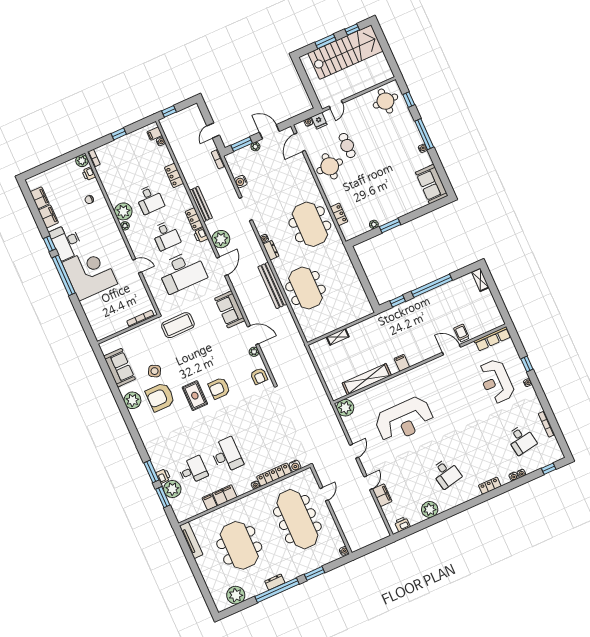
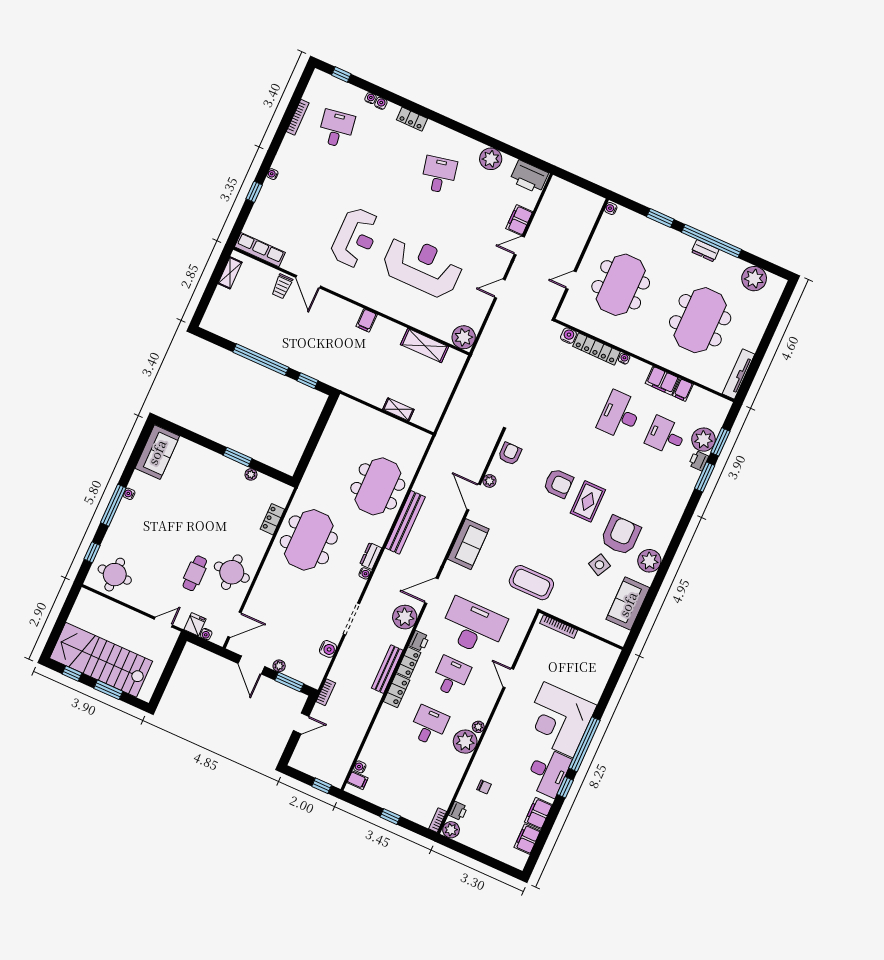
locker: (174, 175) -> (397, 691), moved
shelving: (480, 280) -> (230, 273), moved
shelving: (367, 379) -> (425, 346), width x0.68
reception desk: (496, 381) -> (356, 238), moved
armchair: (160, 397) -> (621, 535), turned -90
meeting table: (297, 519) -> (621, 285), width x0.73
printer: (402, 524) -> (529, 177), width x1.87, depth x1.48

